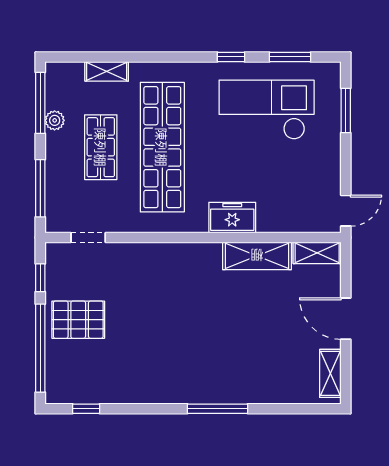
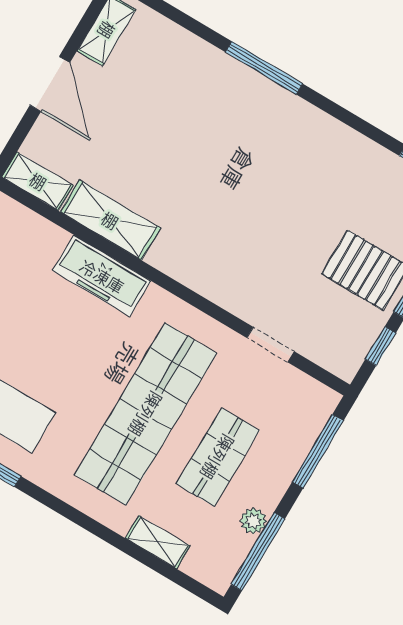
freezer: (232, 218) -> (102, 276), width x1.40
doorway: (88, 237) -> (270, 345), moved

